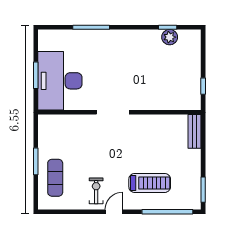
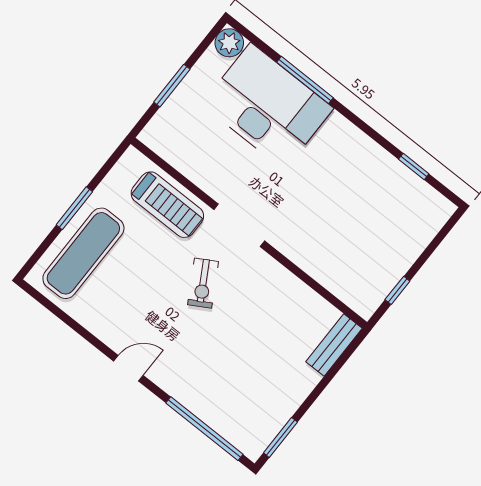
plant: (170, 37) -> (229, 43), moved
desk: (60, 81) -> (268, 106), moved, turned 90
exercise mat: (55, 178) -> (83, 253), width x1.36, depth x1.45
treadmill: (150, 183) -> (167, 205), moved
exercise bike: (96, 191) -> (203, 283), moved, turned 150

